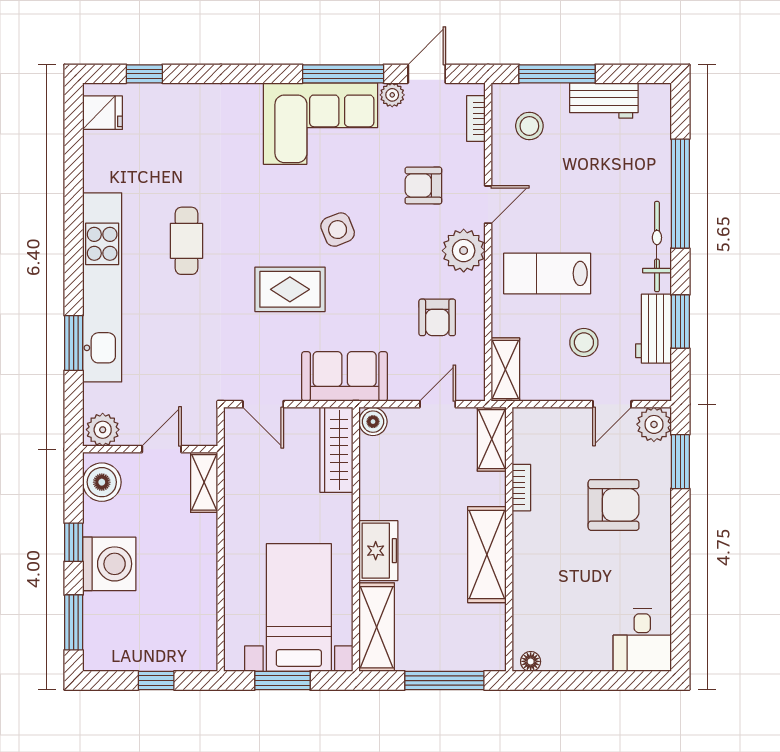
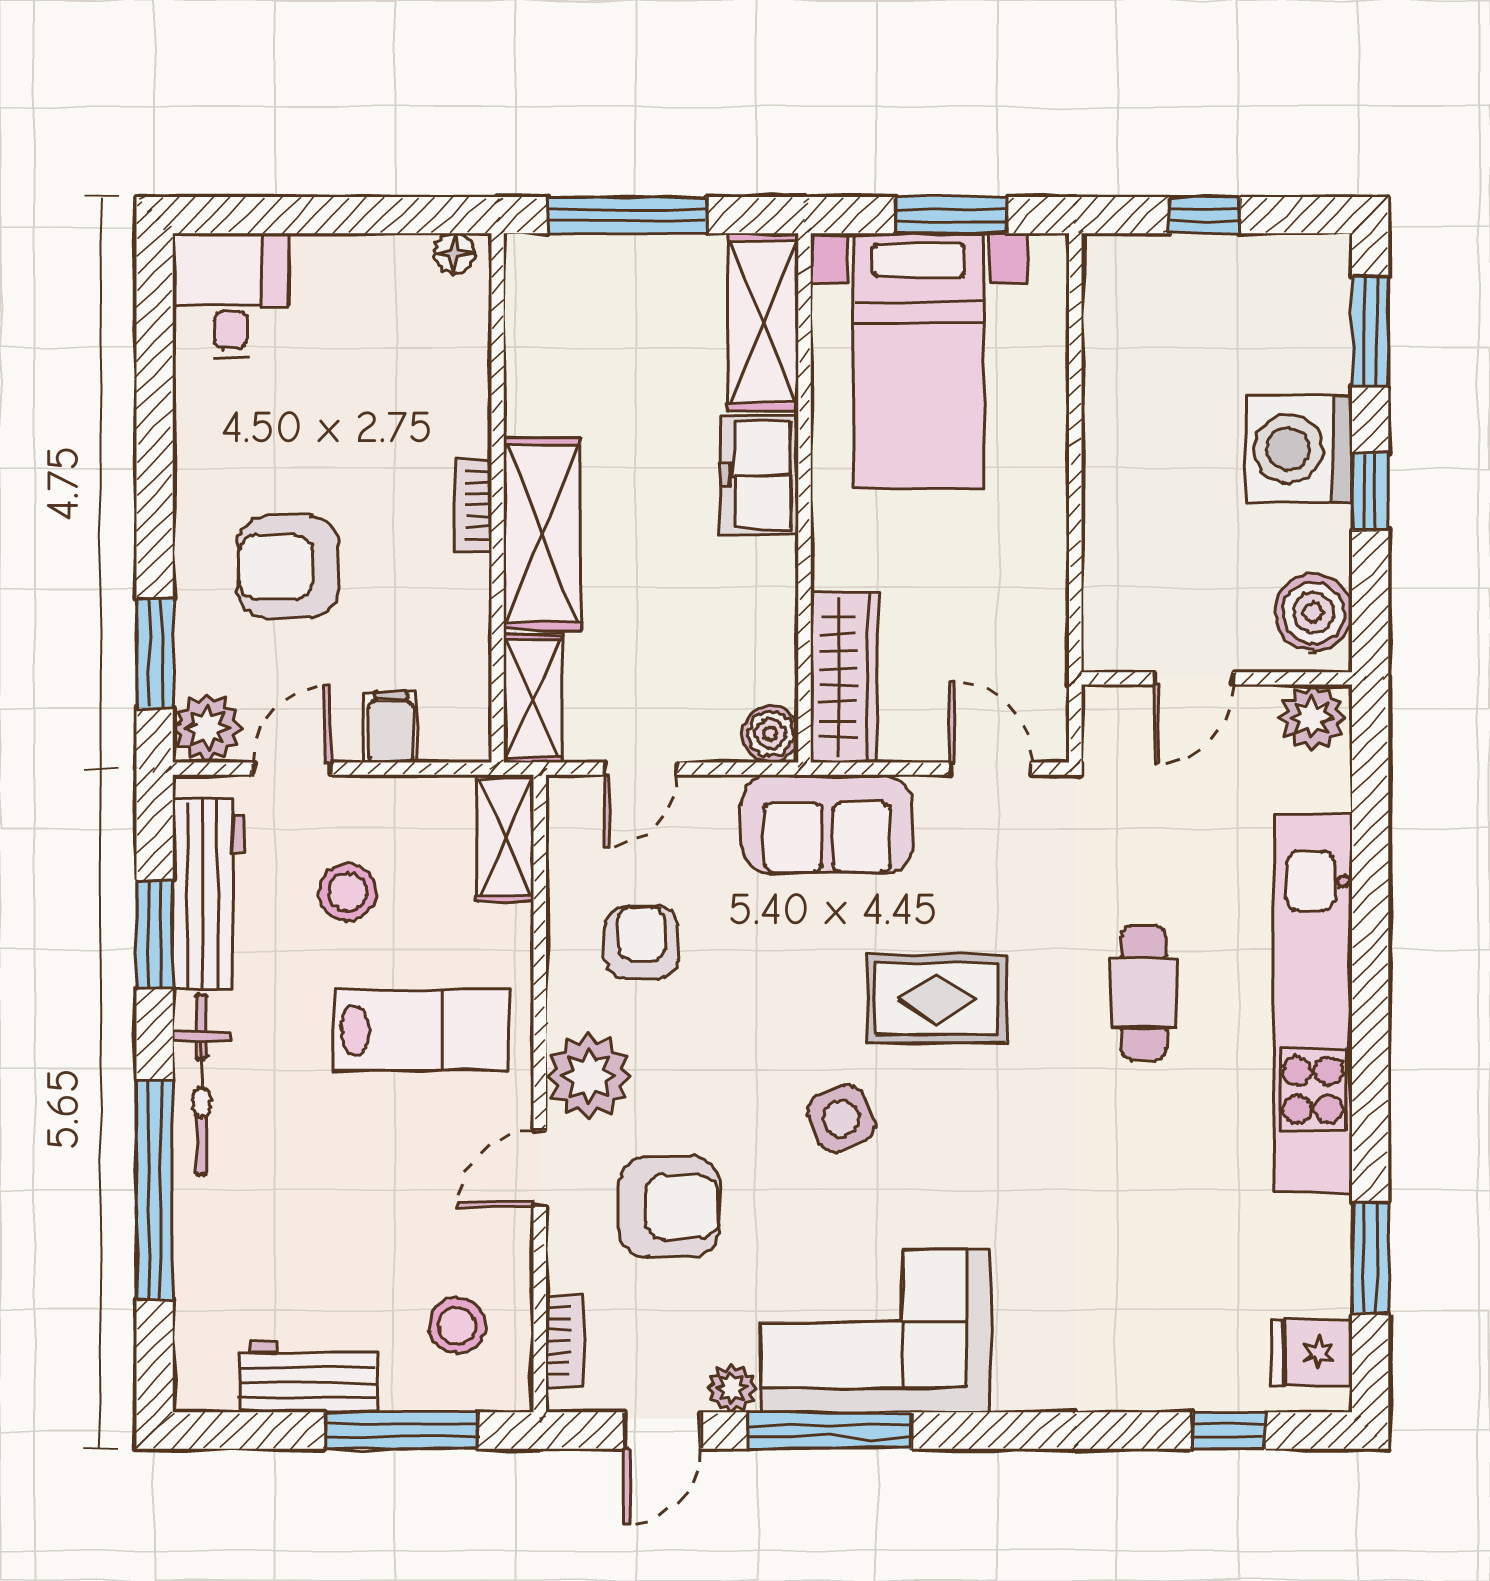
armchair: (423, 186) -> (669, 1207), width x1.38, depth x1.38
cafe table: (186, 241) -> (1144, 993), moved
workbench: (653, 329) -> (208, 894), width x1.37
window: (74, 343) -> (1370, 1258), moved
filing cabinet: (562, 425) -> (391, 727), added
shelving: (204, 482) -> (1108, 612), removed
bookcase: (521, 488) -> (473, 505), moved
shelving: (487, 555) -> (542, 533), moved

